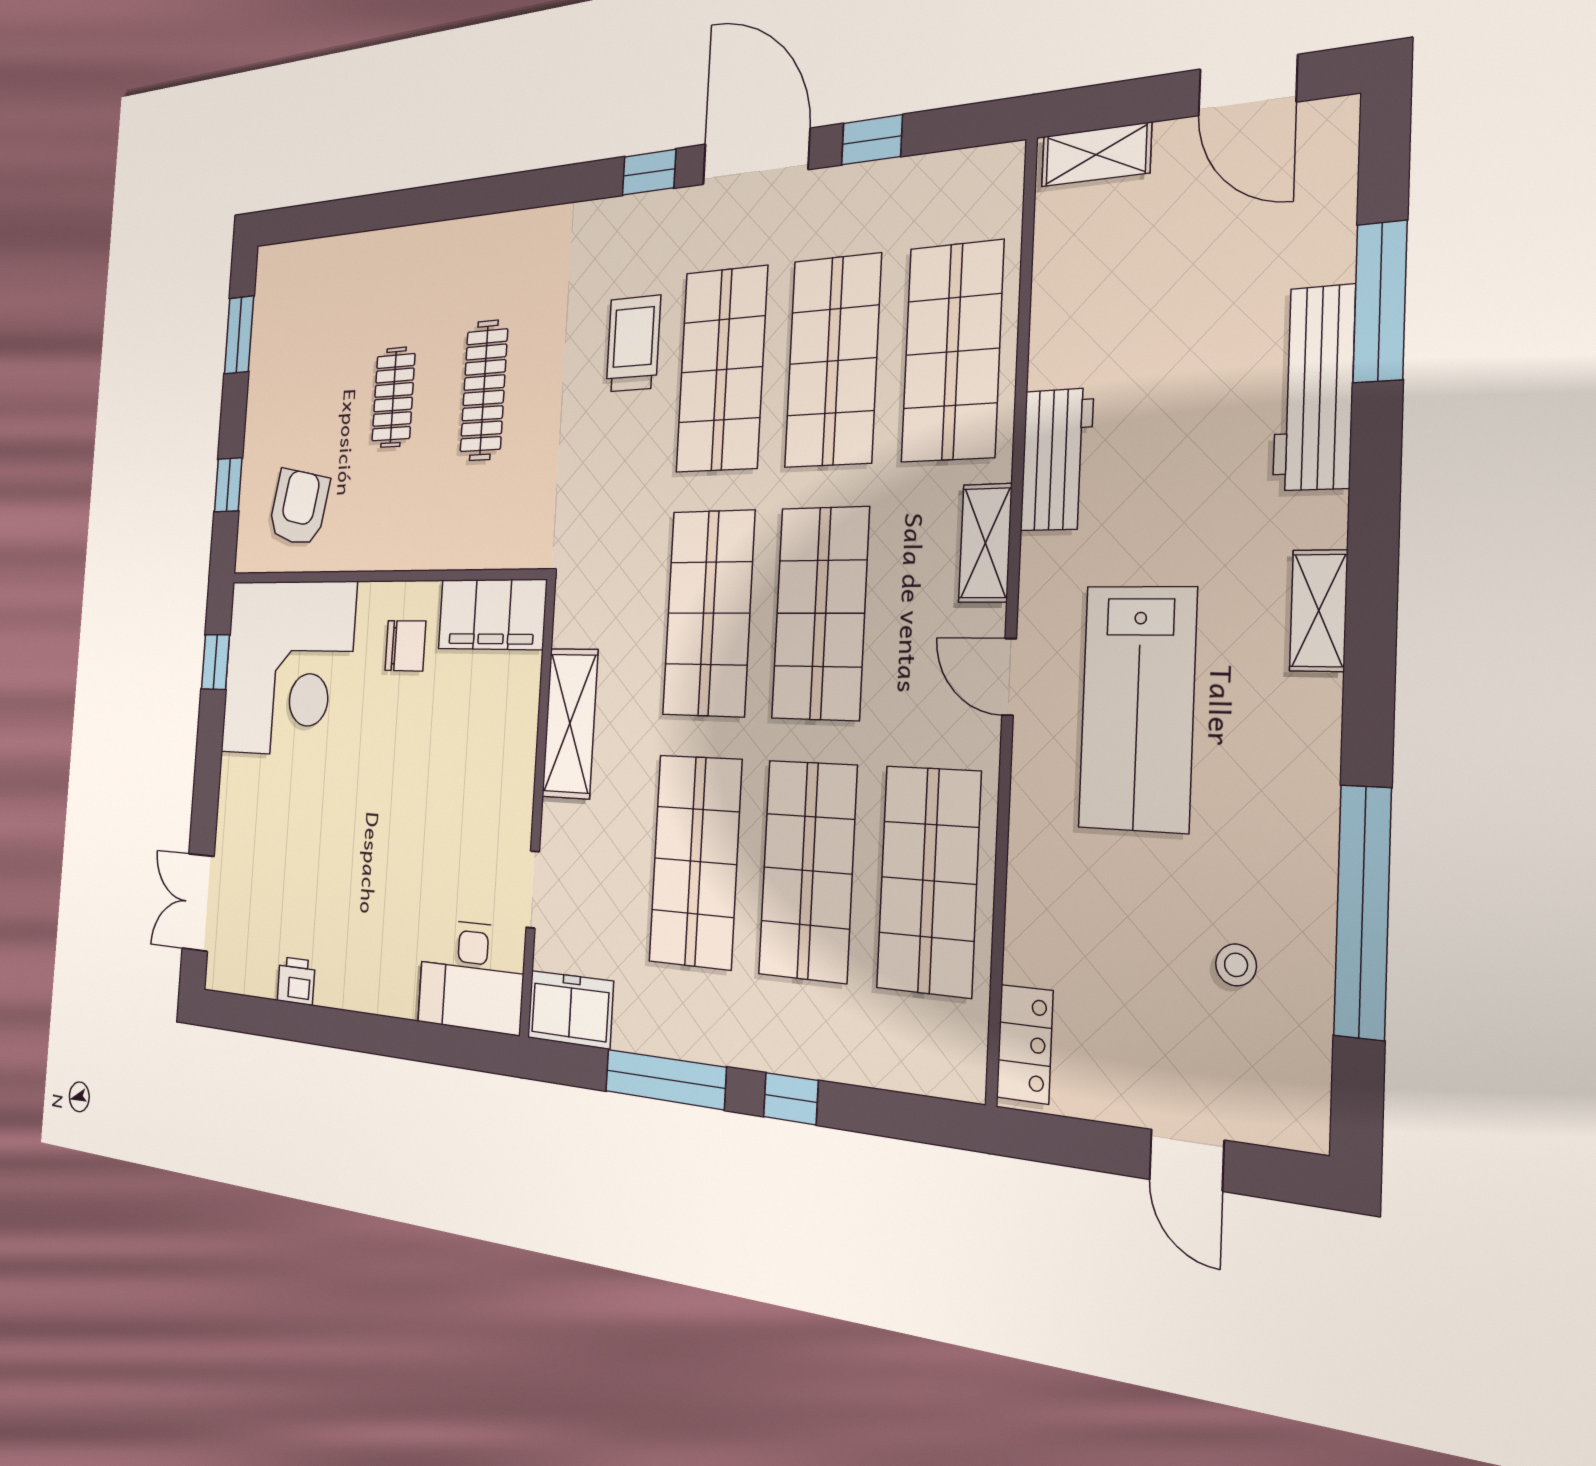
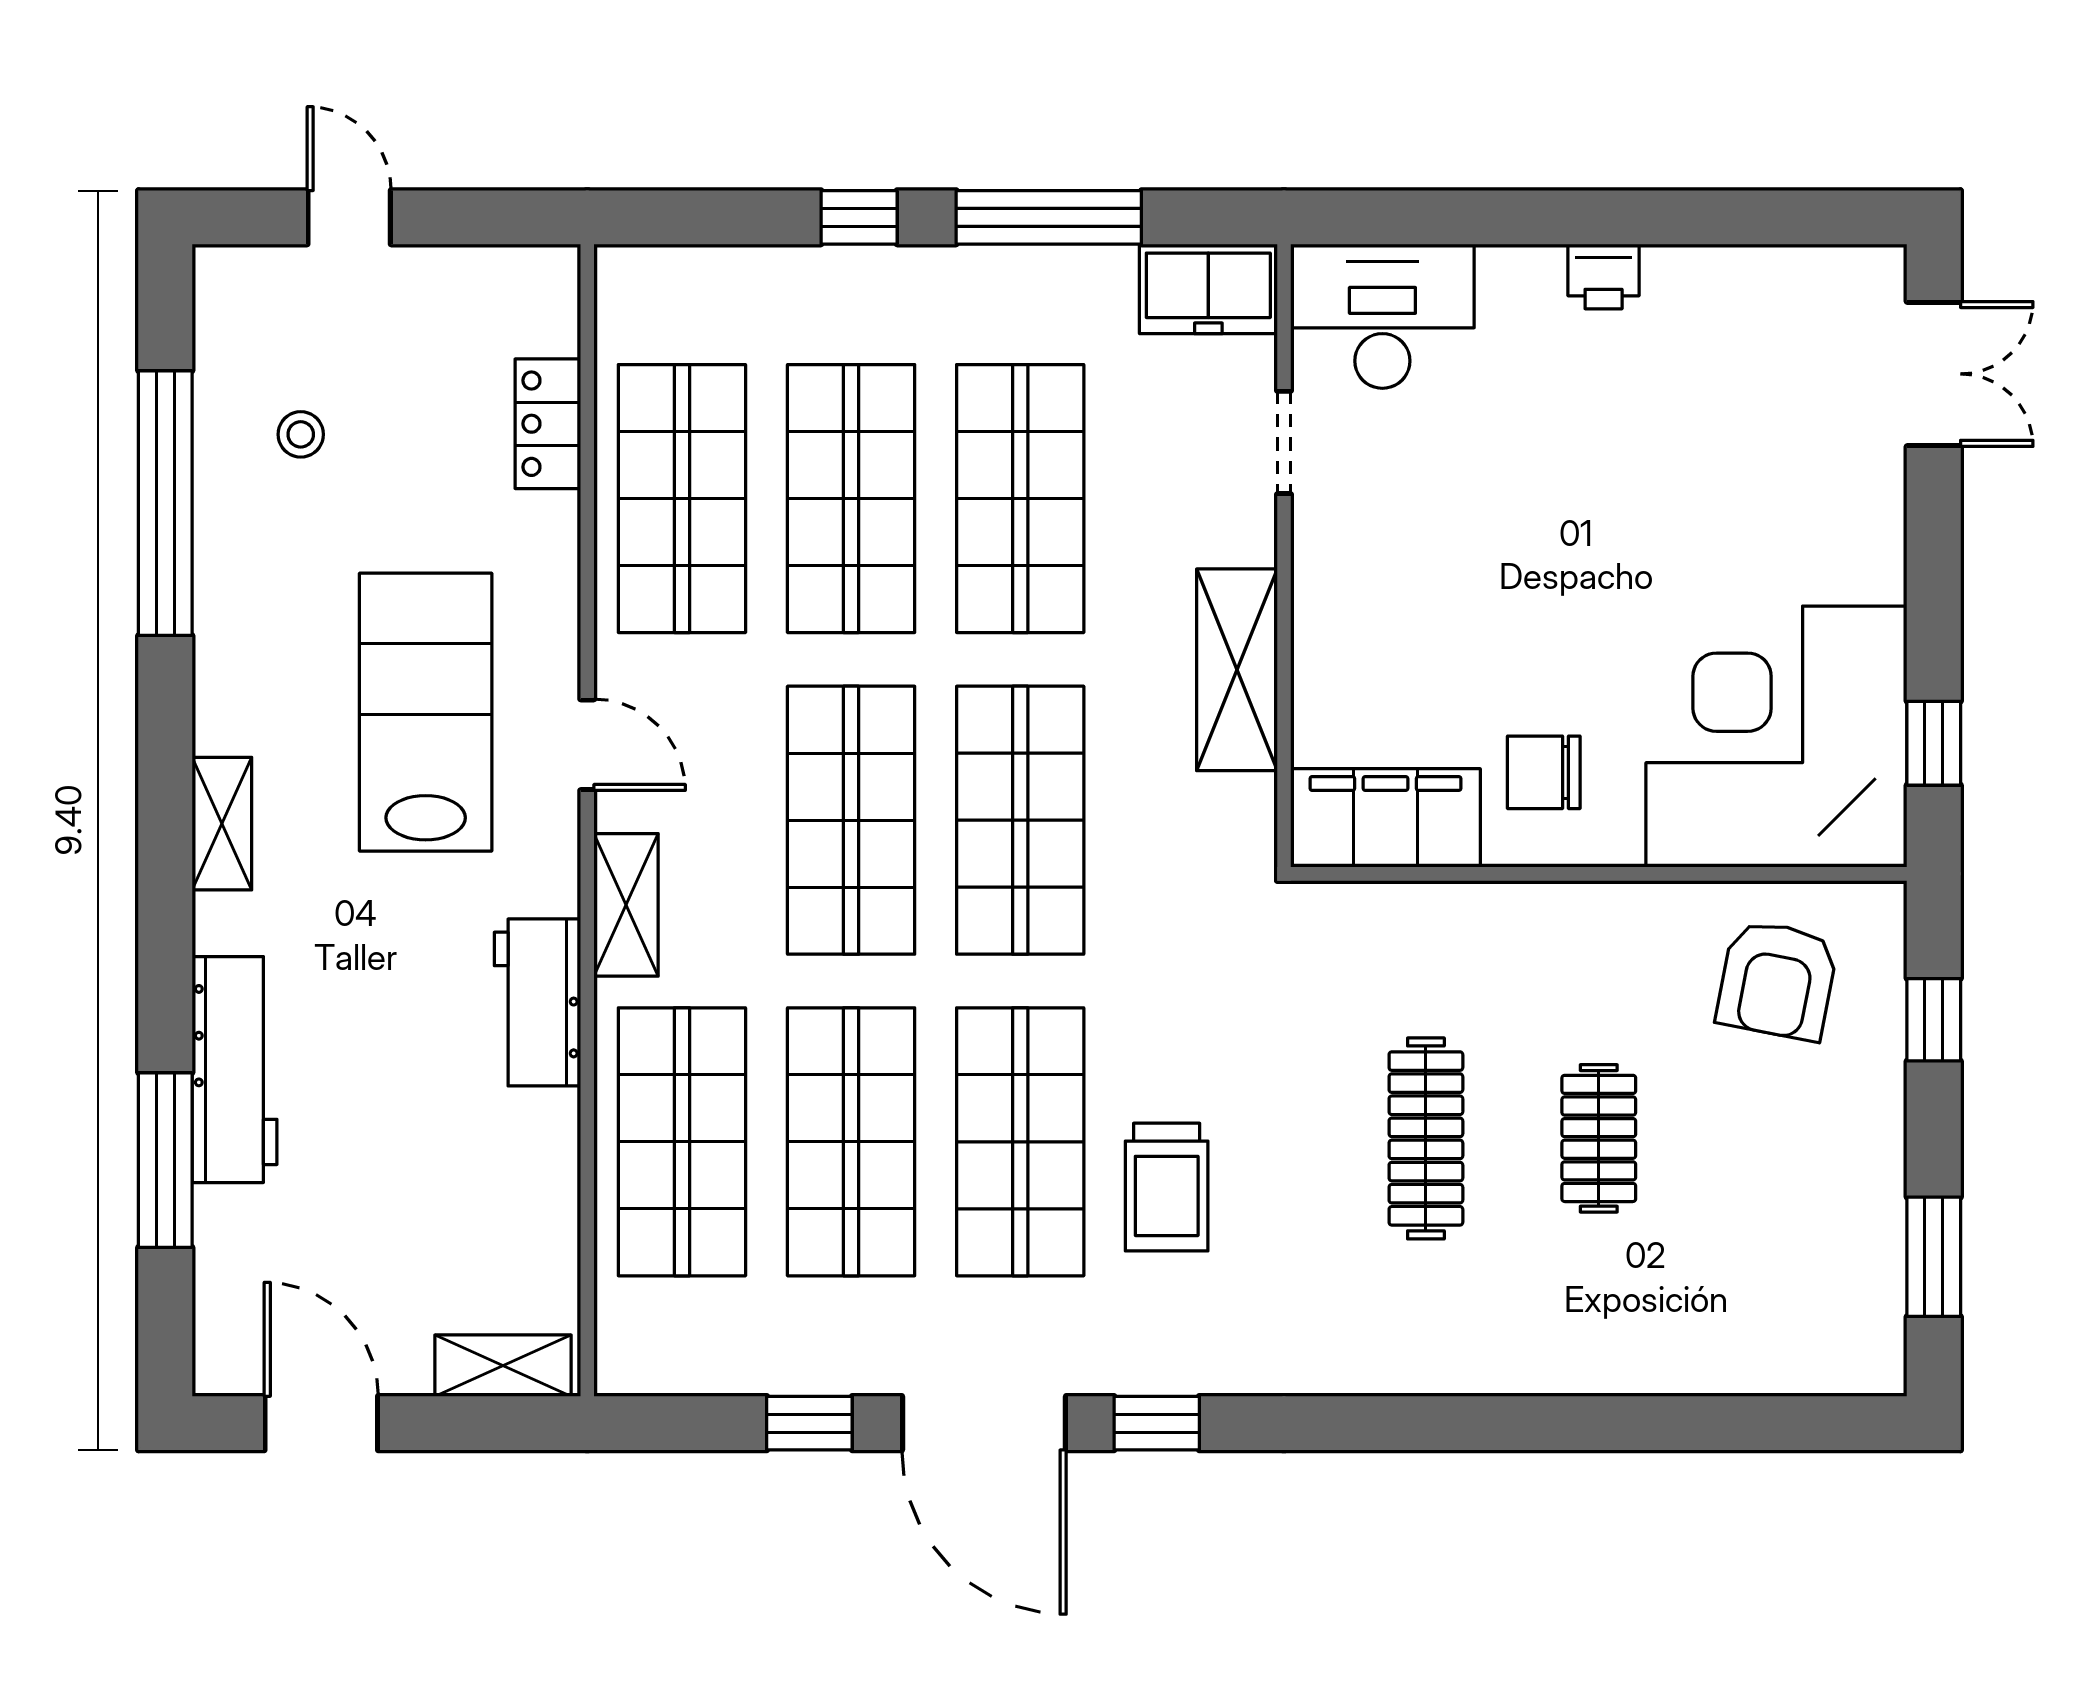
printer: (296, 981) -> (1604, 276), moved
locker: (1025, 1044) -> (548, 424), moved

